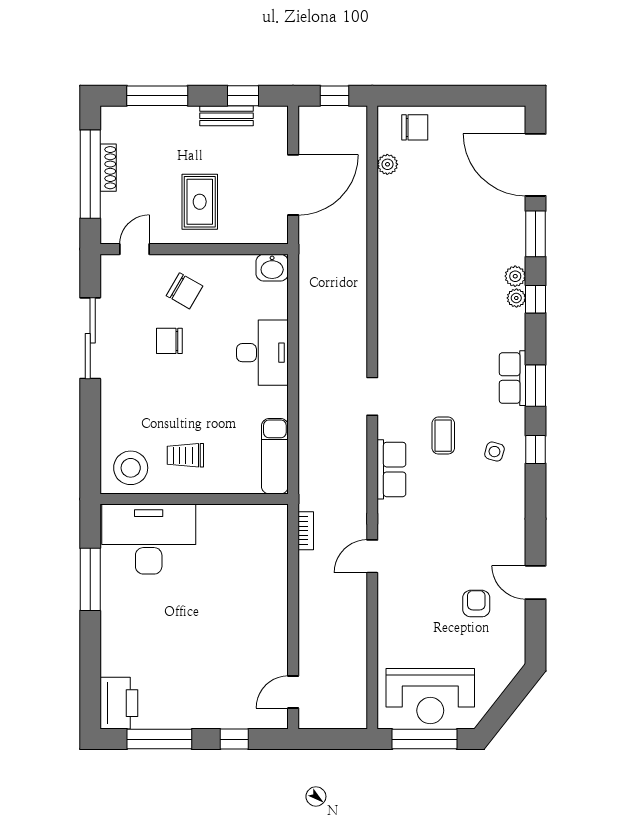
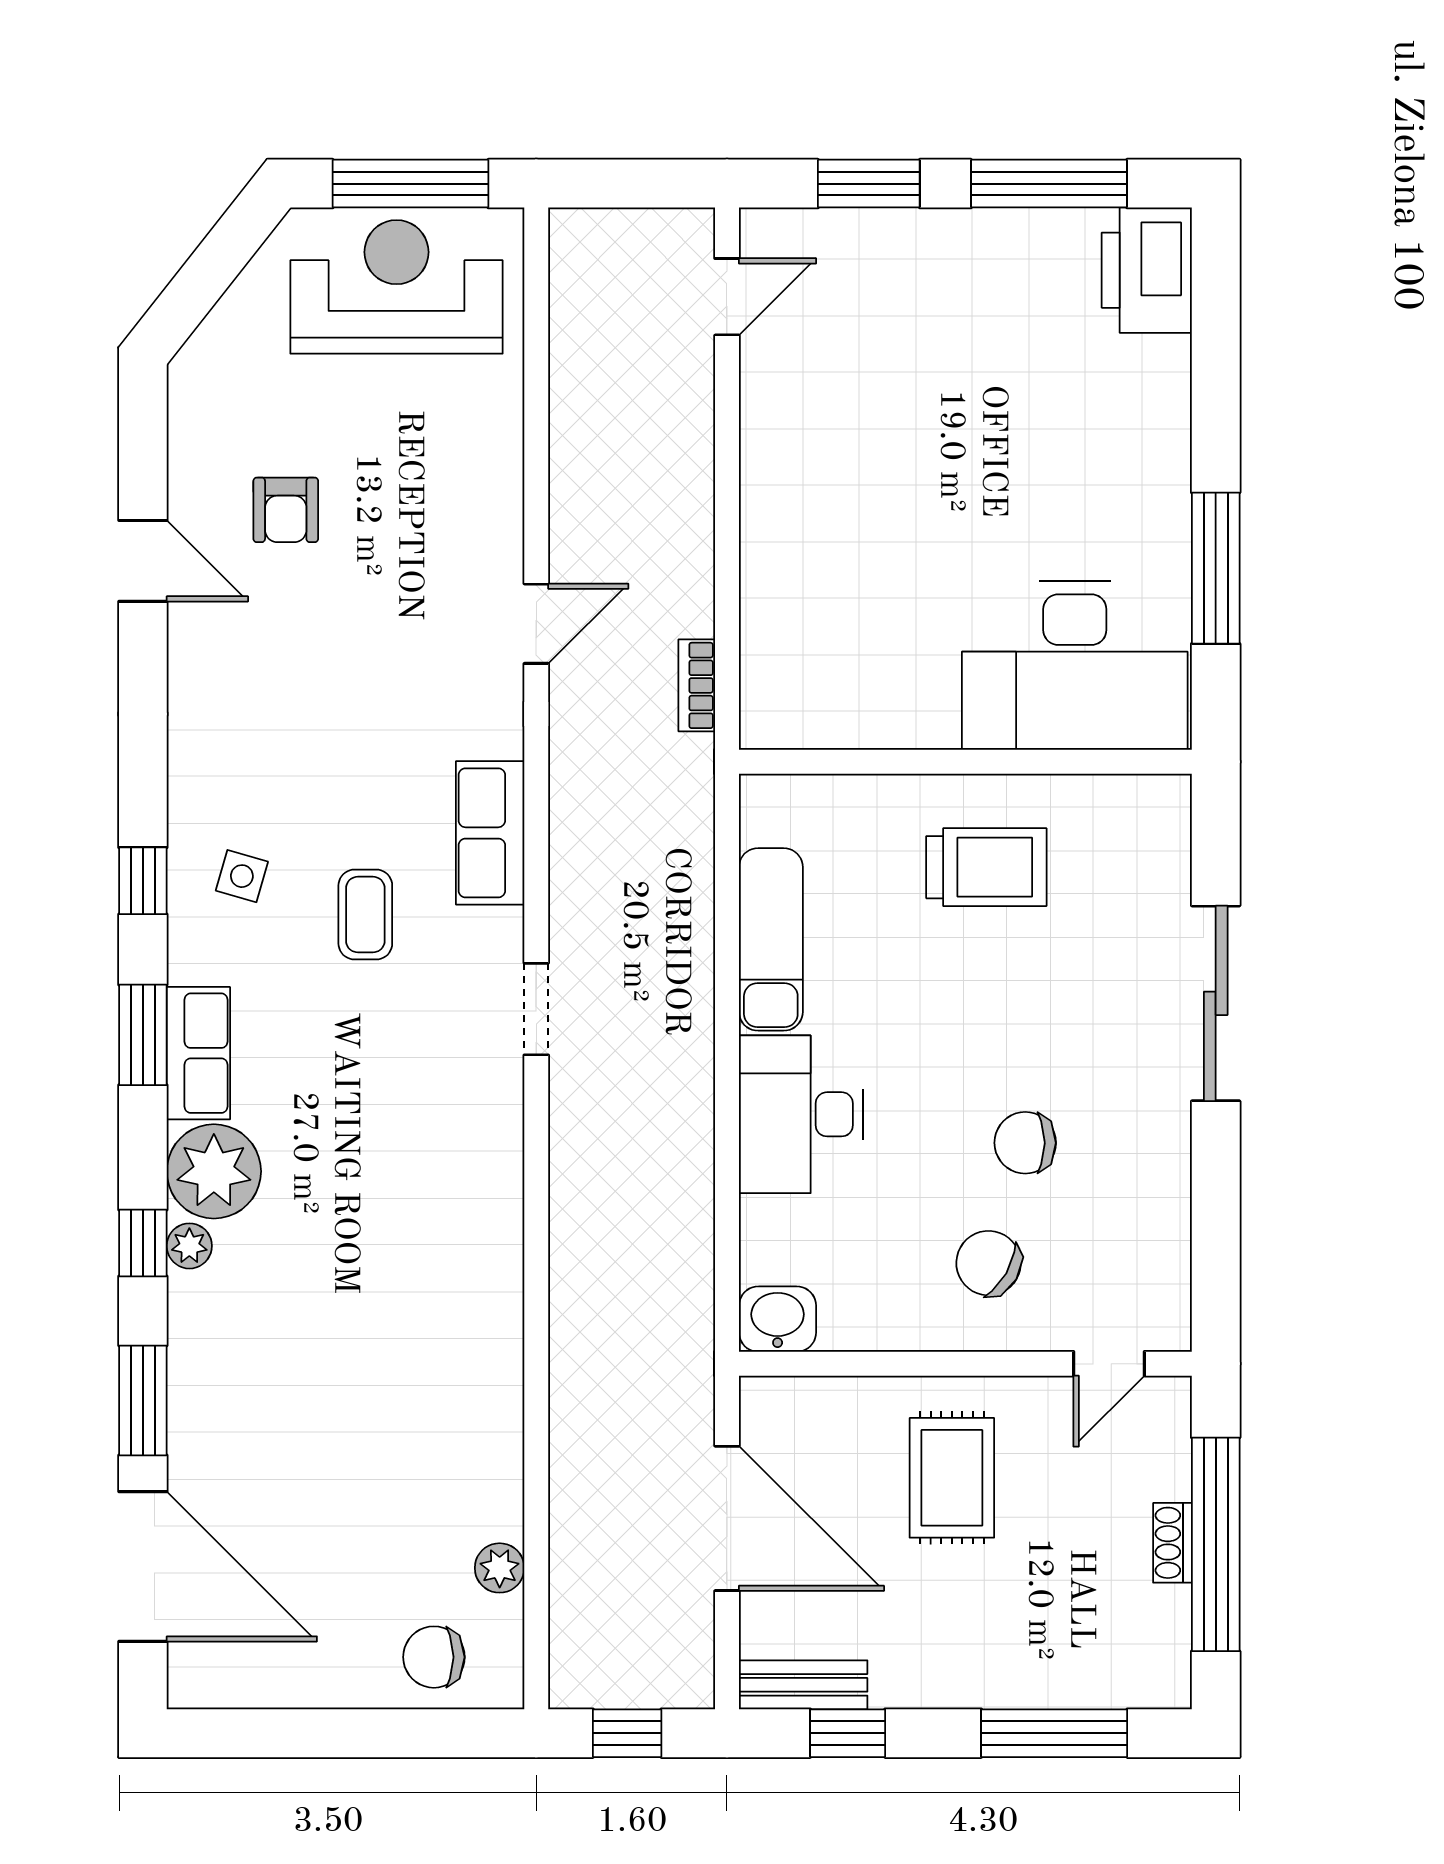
bench: (226, 116) -> (803, 1685), moved
shoe rack: (108, 168) -> (1172, 1543), width x0.70
door: (293, 185) -> (727, 1518), swing flipped
plant: (515, 276) -> (214, 1171), moved, width x1.88, depth x1.88
sliding door: (90, 338) -> (1216, 1003), moved
chair: (169, 341) -> (1025, 1143), turned 180
trolley: (185, 455) -> (986, 867), width x1.36, depth x1.39
exam couch: (275, 456) -> (771, 939), moved
stool: (131, 468) -> (1118, 837), removed
window: (234, 739) -> (869, 184), width x1.50

